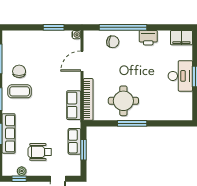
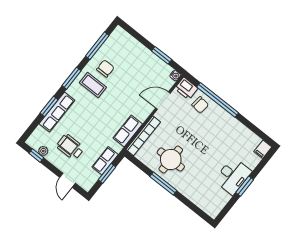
printer: (148, 38) -> (186, 88), moved
filing cabinet: (181, 38) -> (263, 149), width x0.50

